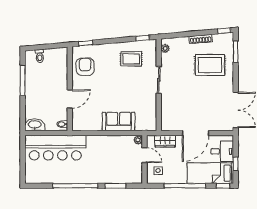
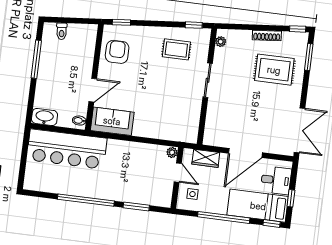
sofa: (119, 121) -> (112, 121), moved

